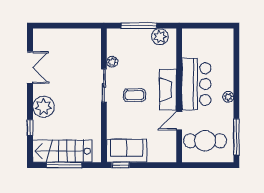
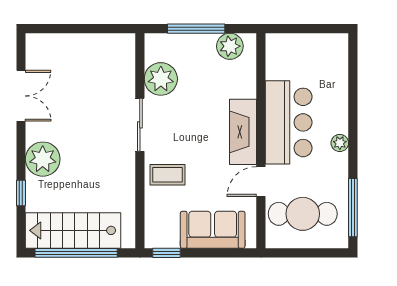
plant: (112, 62) -> (161, 79), width x1.88, depth x1.88
coffee table: (135, 95) -> (168, 175), moved
sofa: (127, 151) -> (213, 230), moved
window: (64, 165) -> (76, 253), width x1.46

